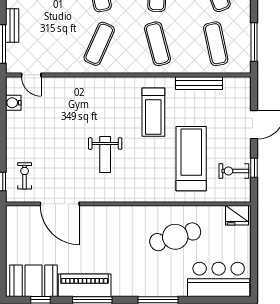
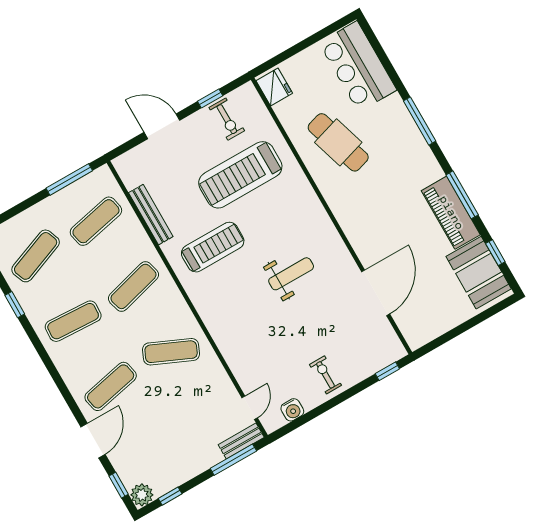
bench: (12, 25) -> (241, 441), moved
exercise bike: (25, 176) -> (325, 375), moved, turned 90

